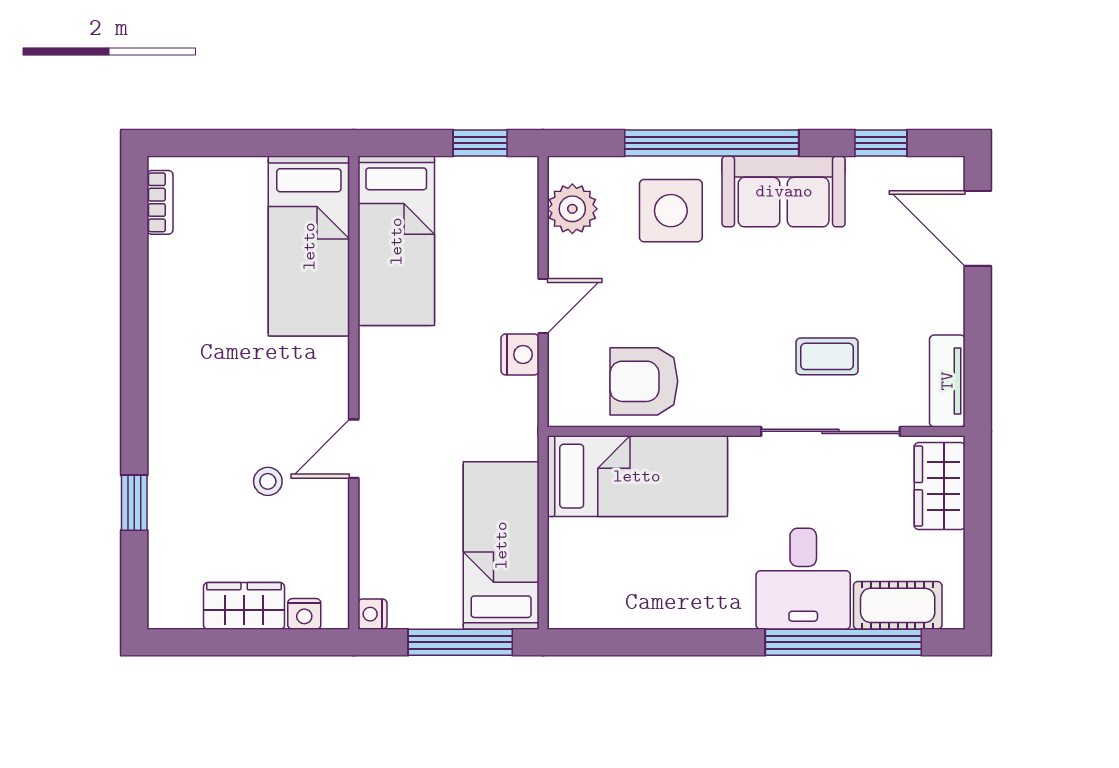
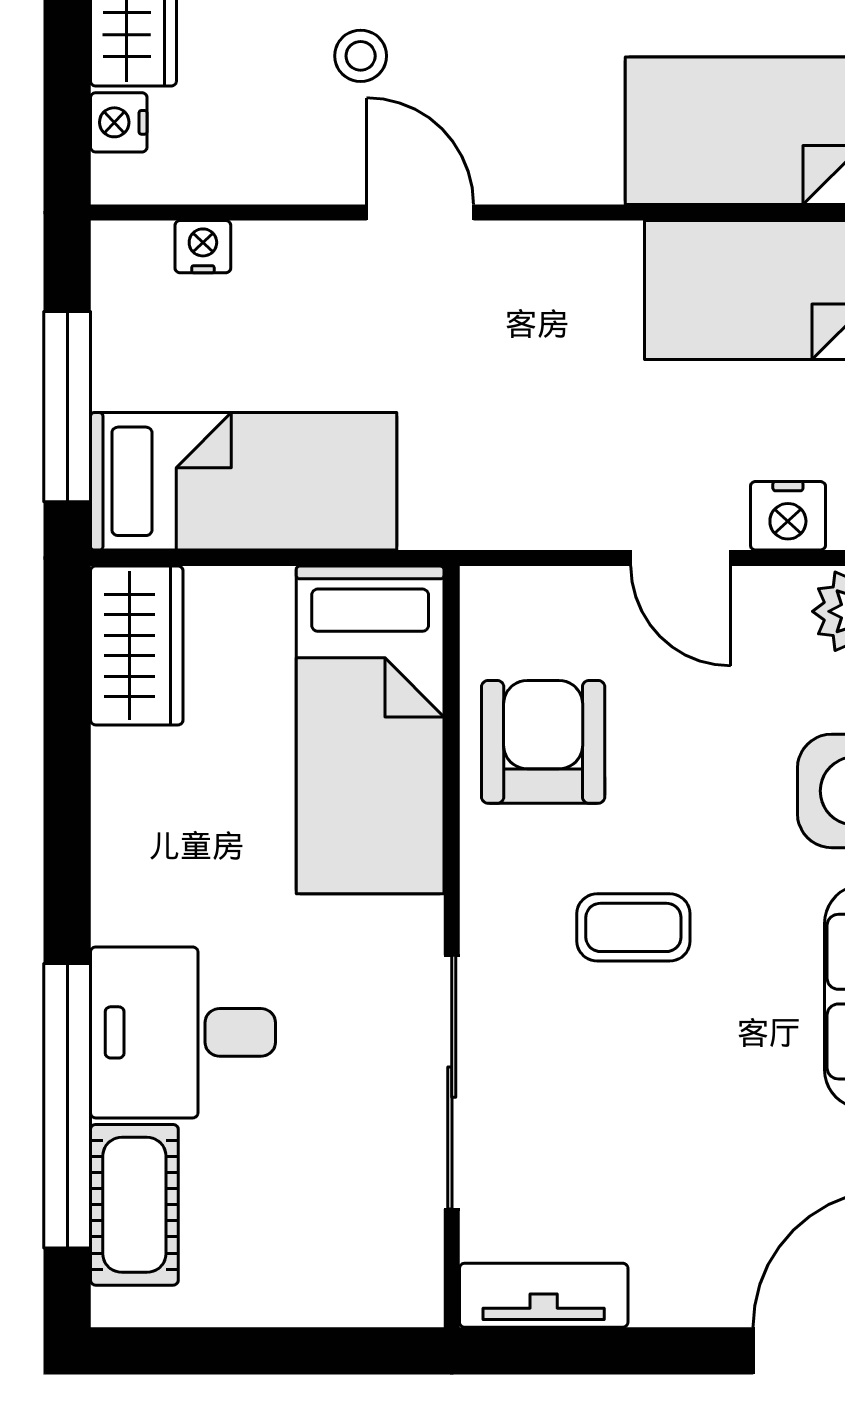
nightstand: (520, 355) -> (788, 516), moved
coffee table: (827, 356) -> (633, 927), moved, turned 90
wardrobe: (940, 486) -> (137, 645), moved, turned 90
nightstand: (372, 614) -> (203, 247), moved

